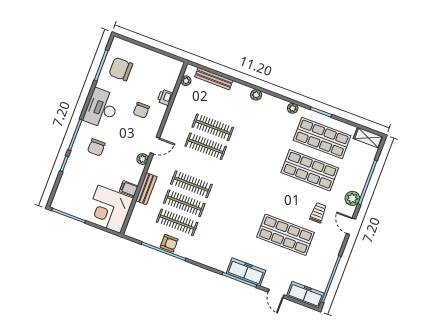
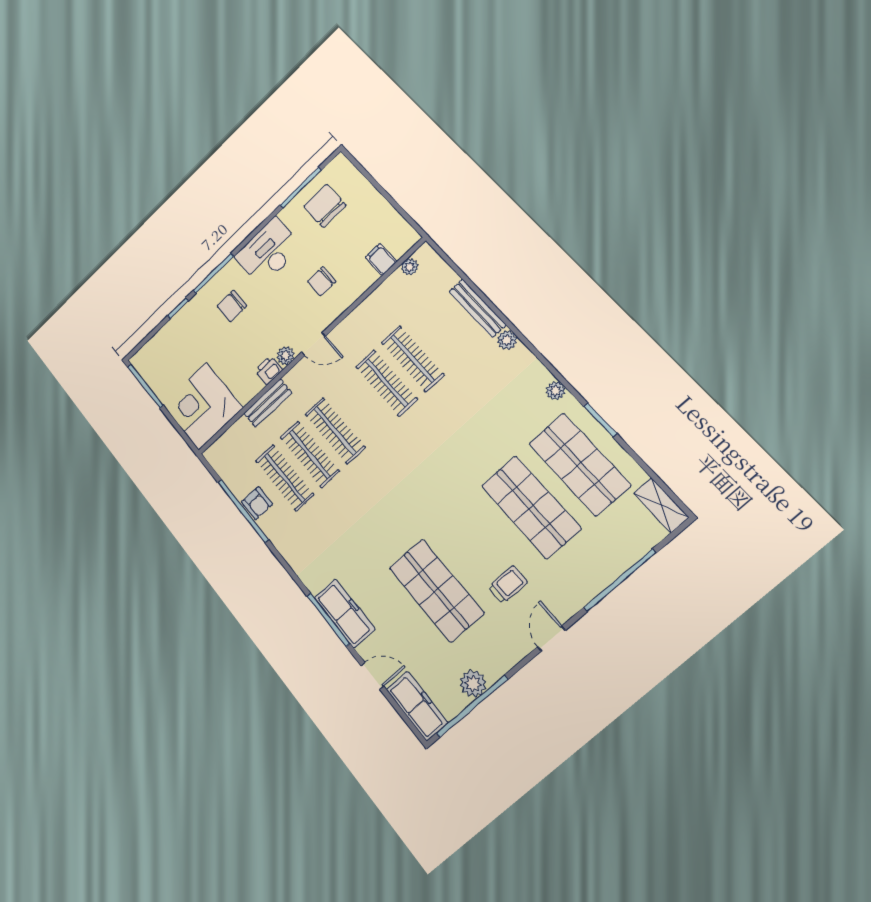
bench: (214, 79) -> (477, 308), moved
printer: (165, 97) -> (269, 370), moved
filing cabinet: (129, 189) -> (381, 259), moved
plant: (352, 198) -> (473, 684), moved
door: (276, 294) -> (372, 676), swing flipped

